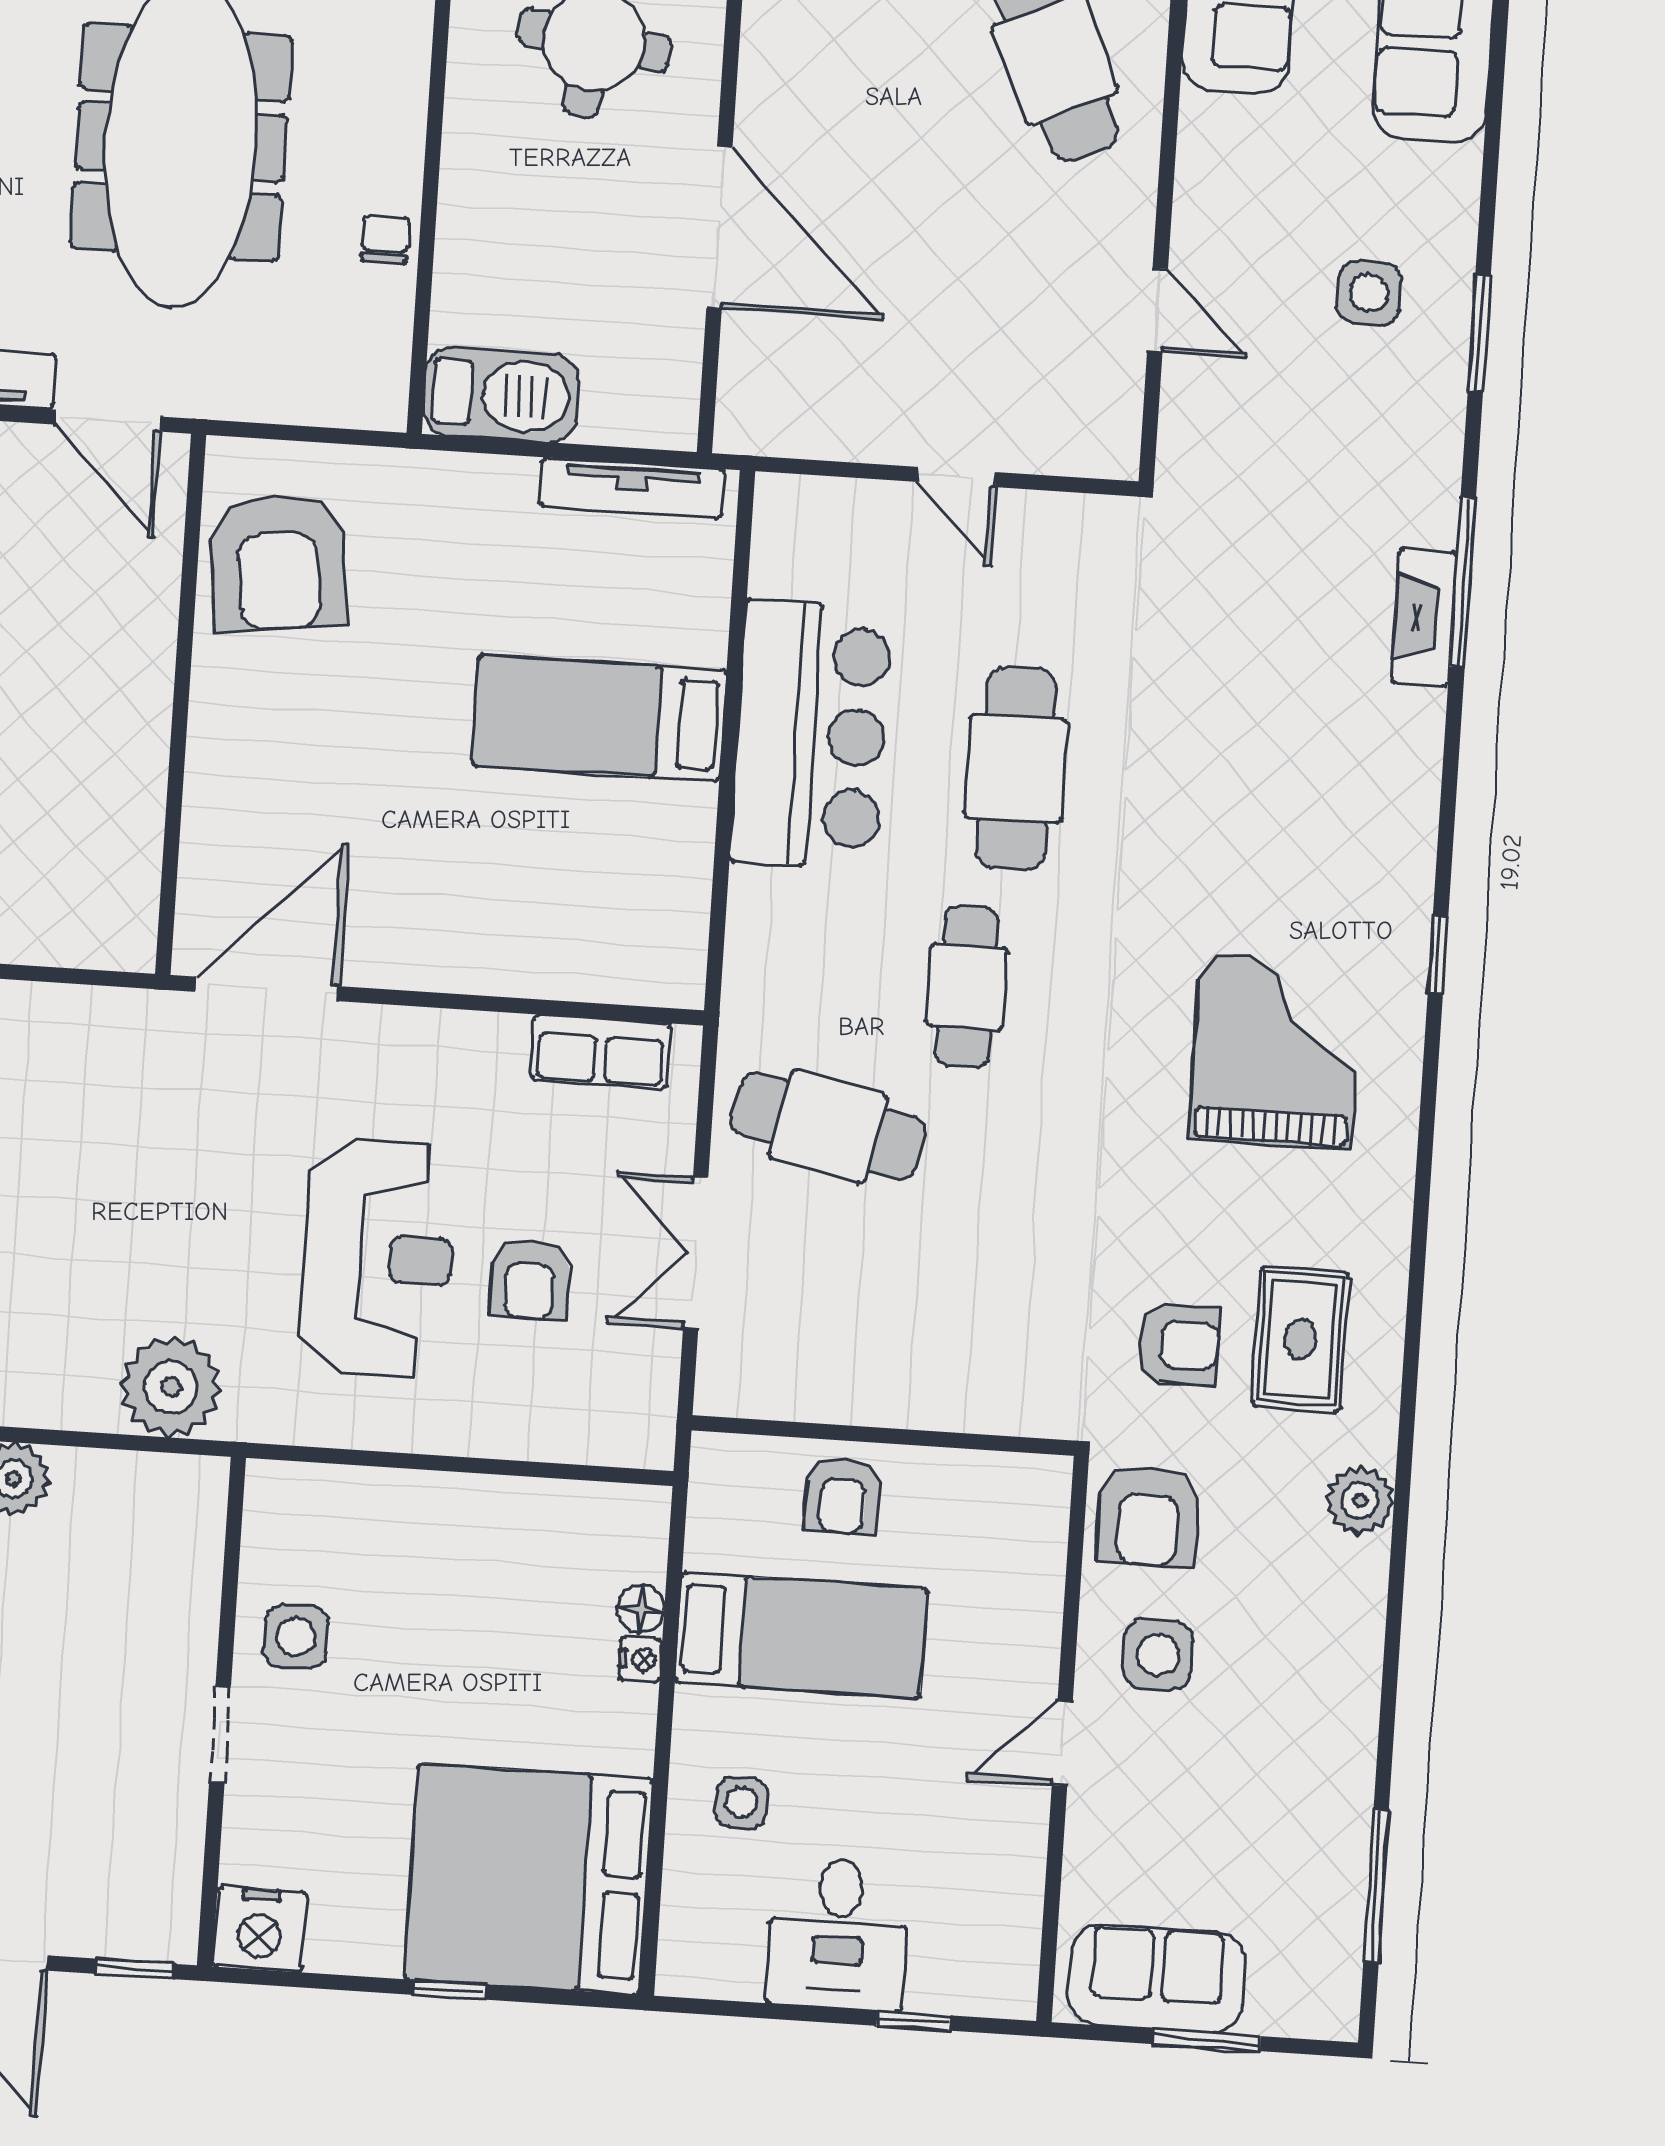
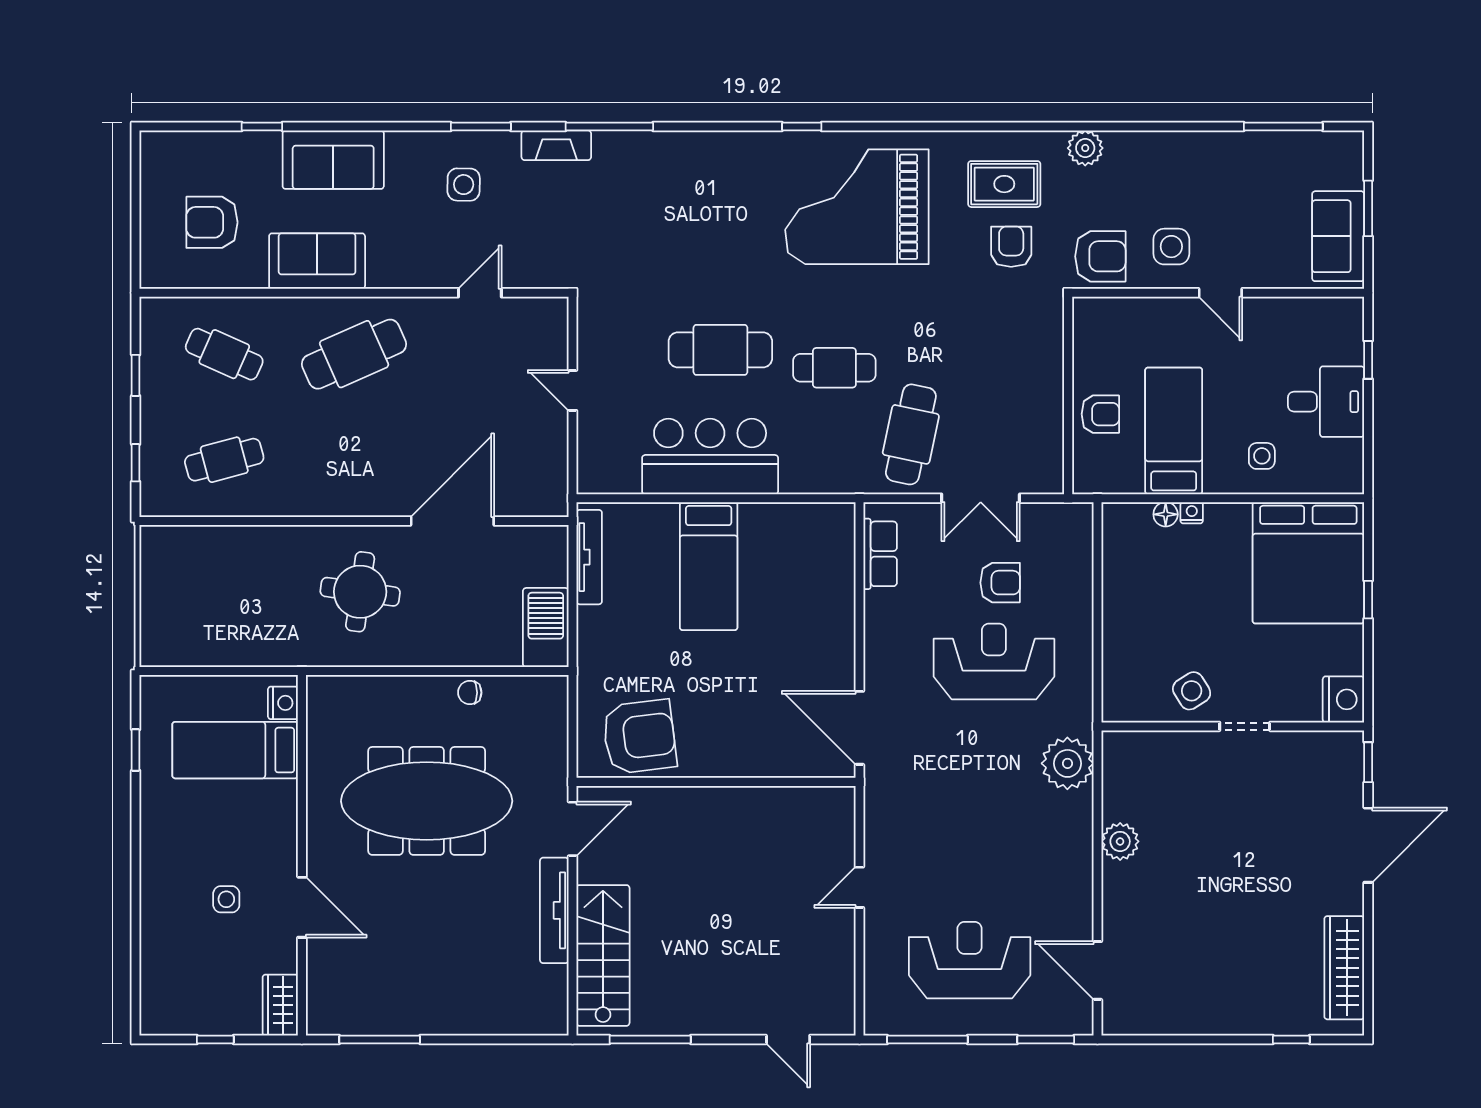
door: (957, 477) -> (572, 390), swing flipped
fireplace: (1424, 618) -> (556, 145), moved
grand piano: (1276, 1051) -> (857, 207), width x1.37, depth x1.48
side table: (296, 1636) -> (1192, 691), turned -32

